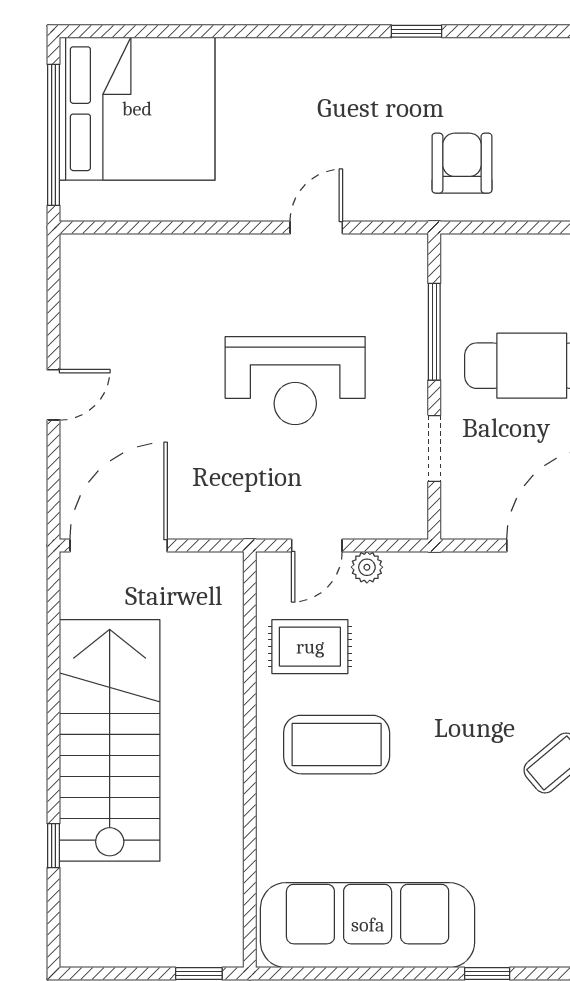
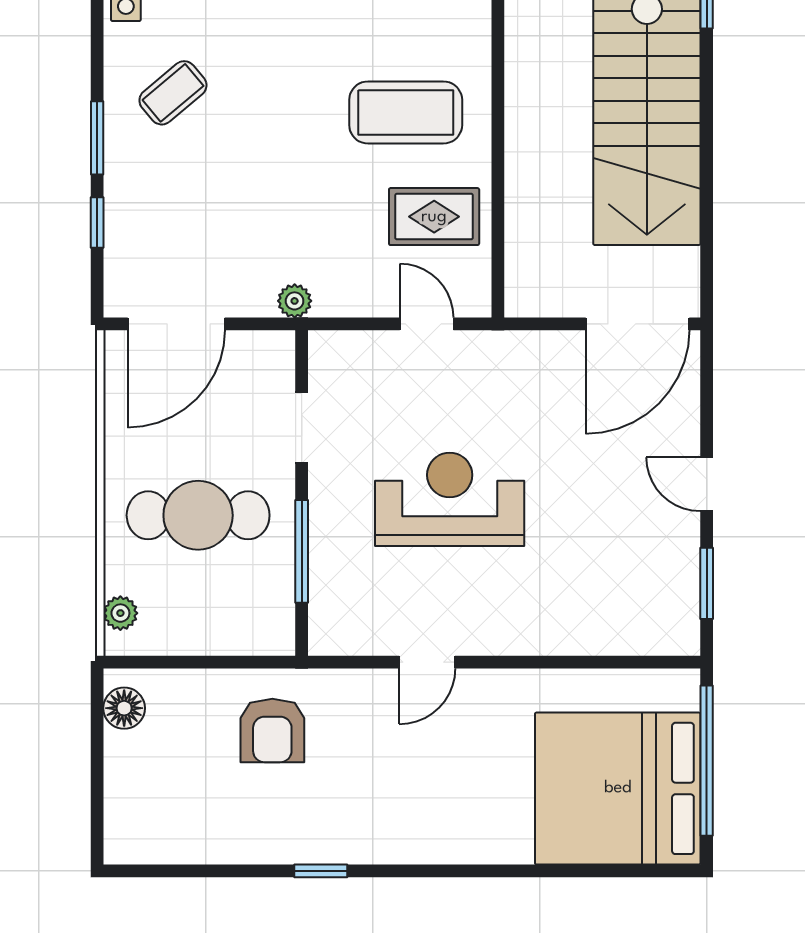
window: (53, 302) -> (707, 583), added
door: (53, 395) -> (707, 484), hinge flipped
door: (317, 546) -> (427, 324), hinge flipped
plant: (367, 567) -> (295, 301), moved

